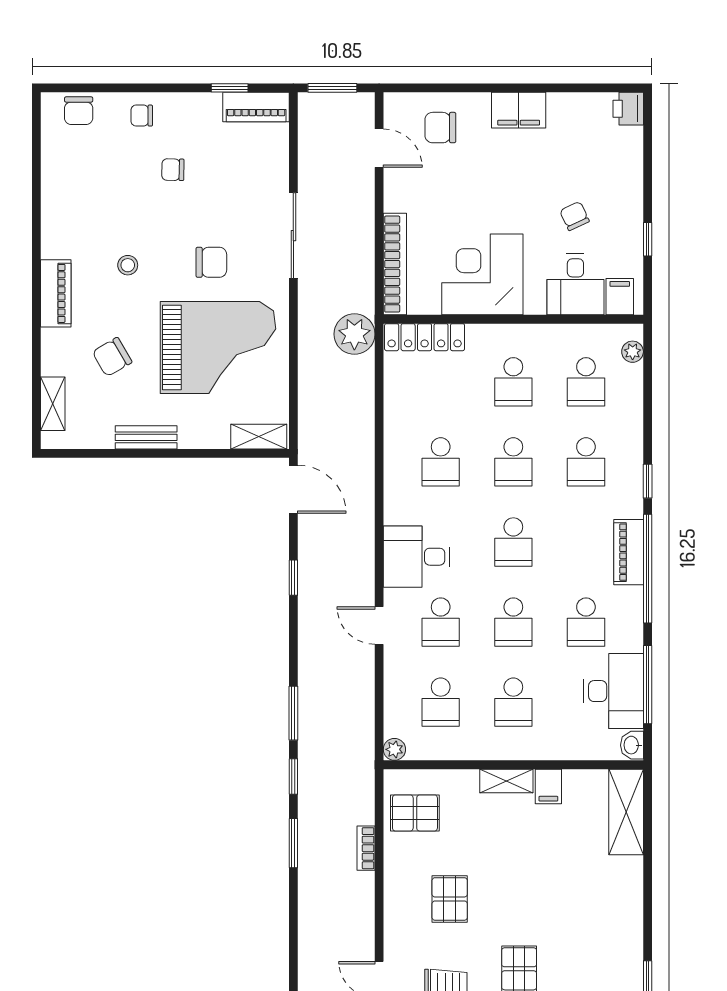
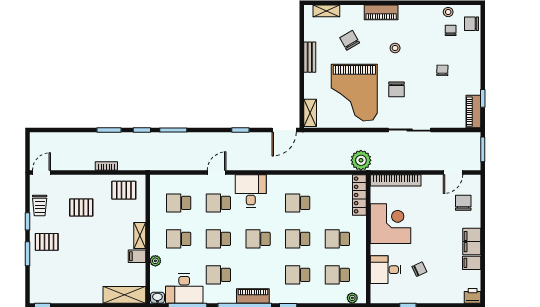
chair: (142, 116) -> (451, 30), moved
stool: (55, 158) -> (448, 12), added
filing cabinet: (620, 297) -> (472, 263), moved, turned 180
plant: (394, 749) -> (155, 261), moved
pallet: (415, 813) -> (124, 190), turned 90

